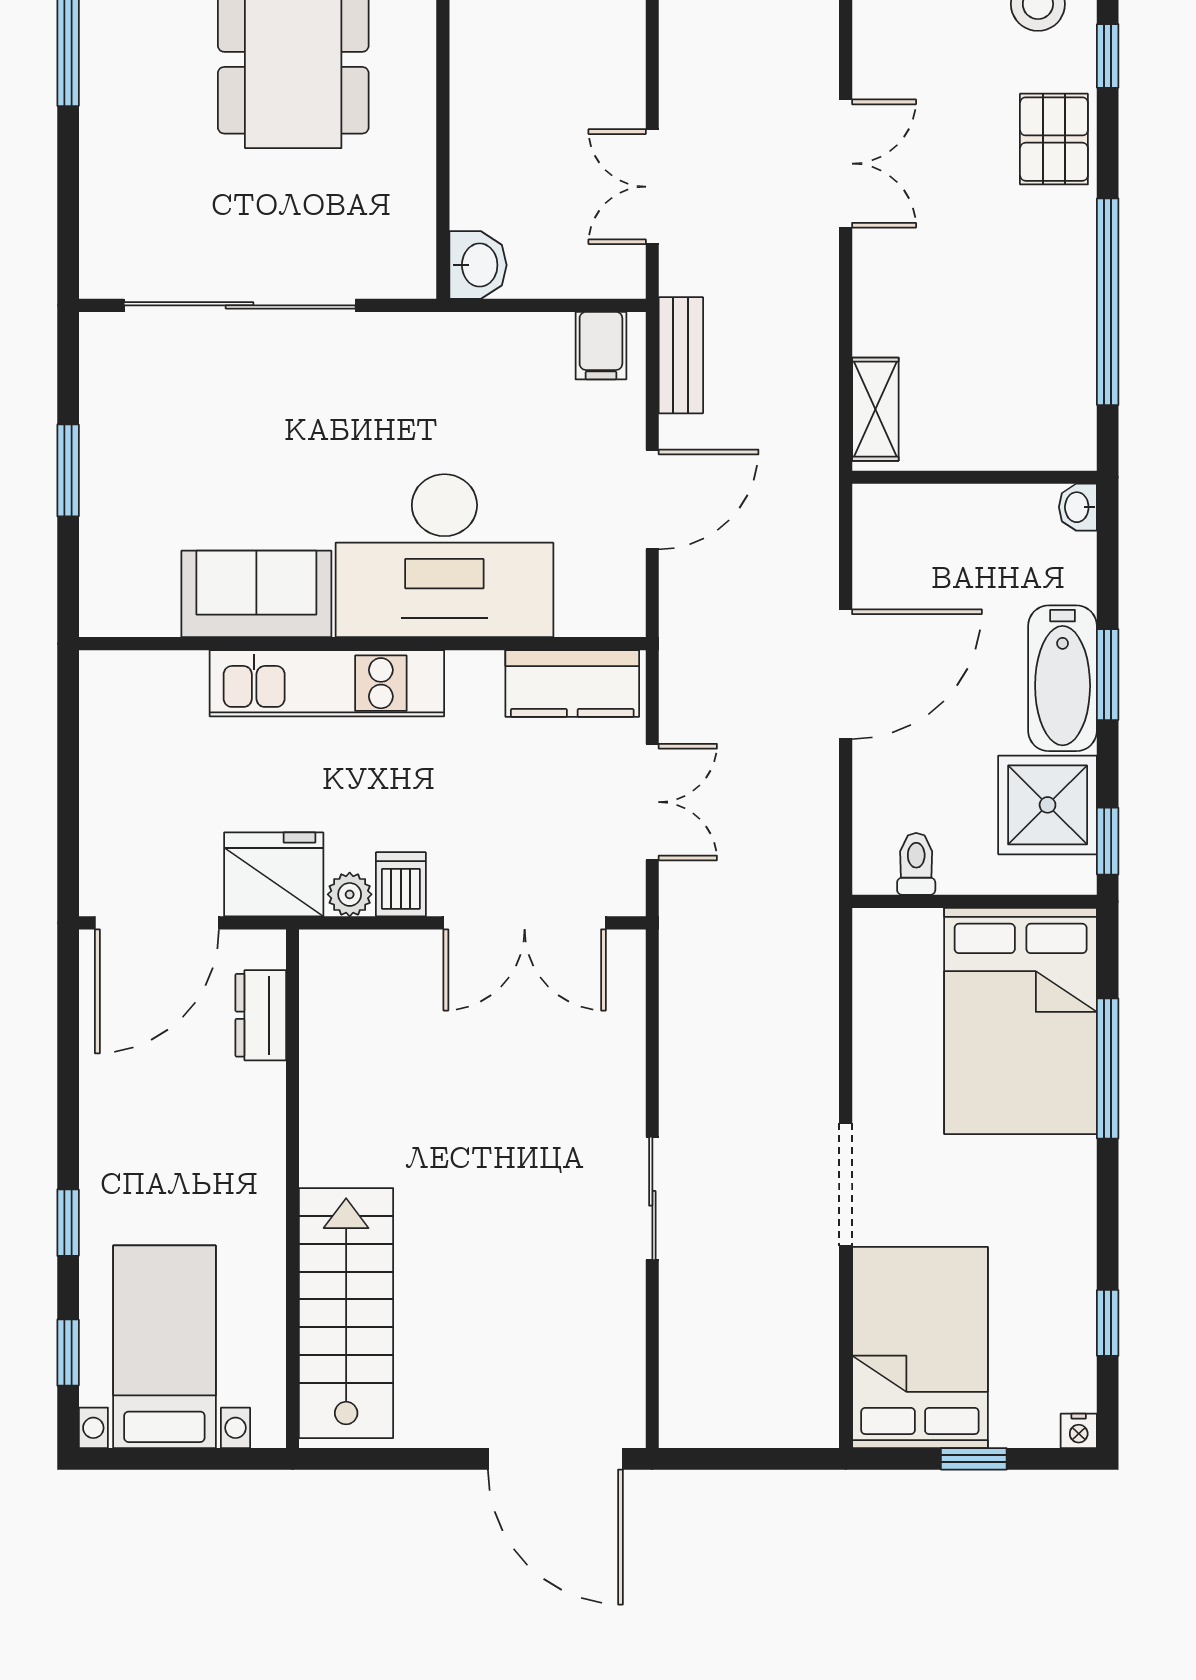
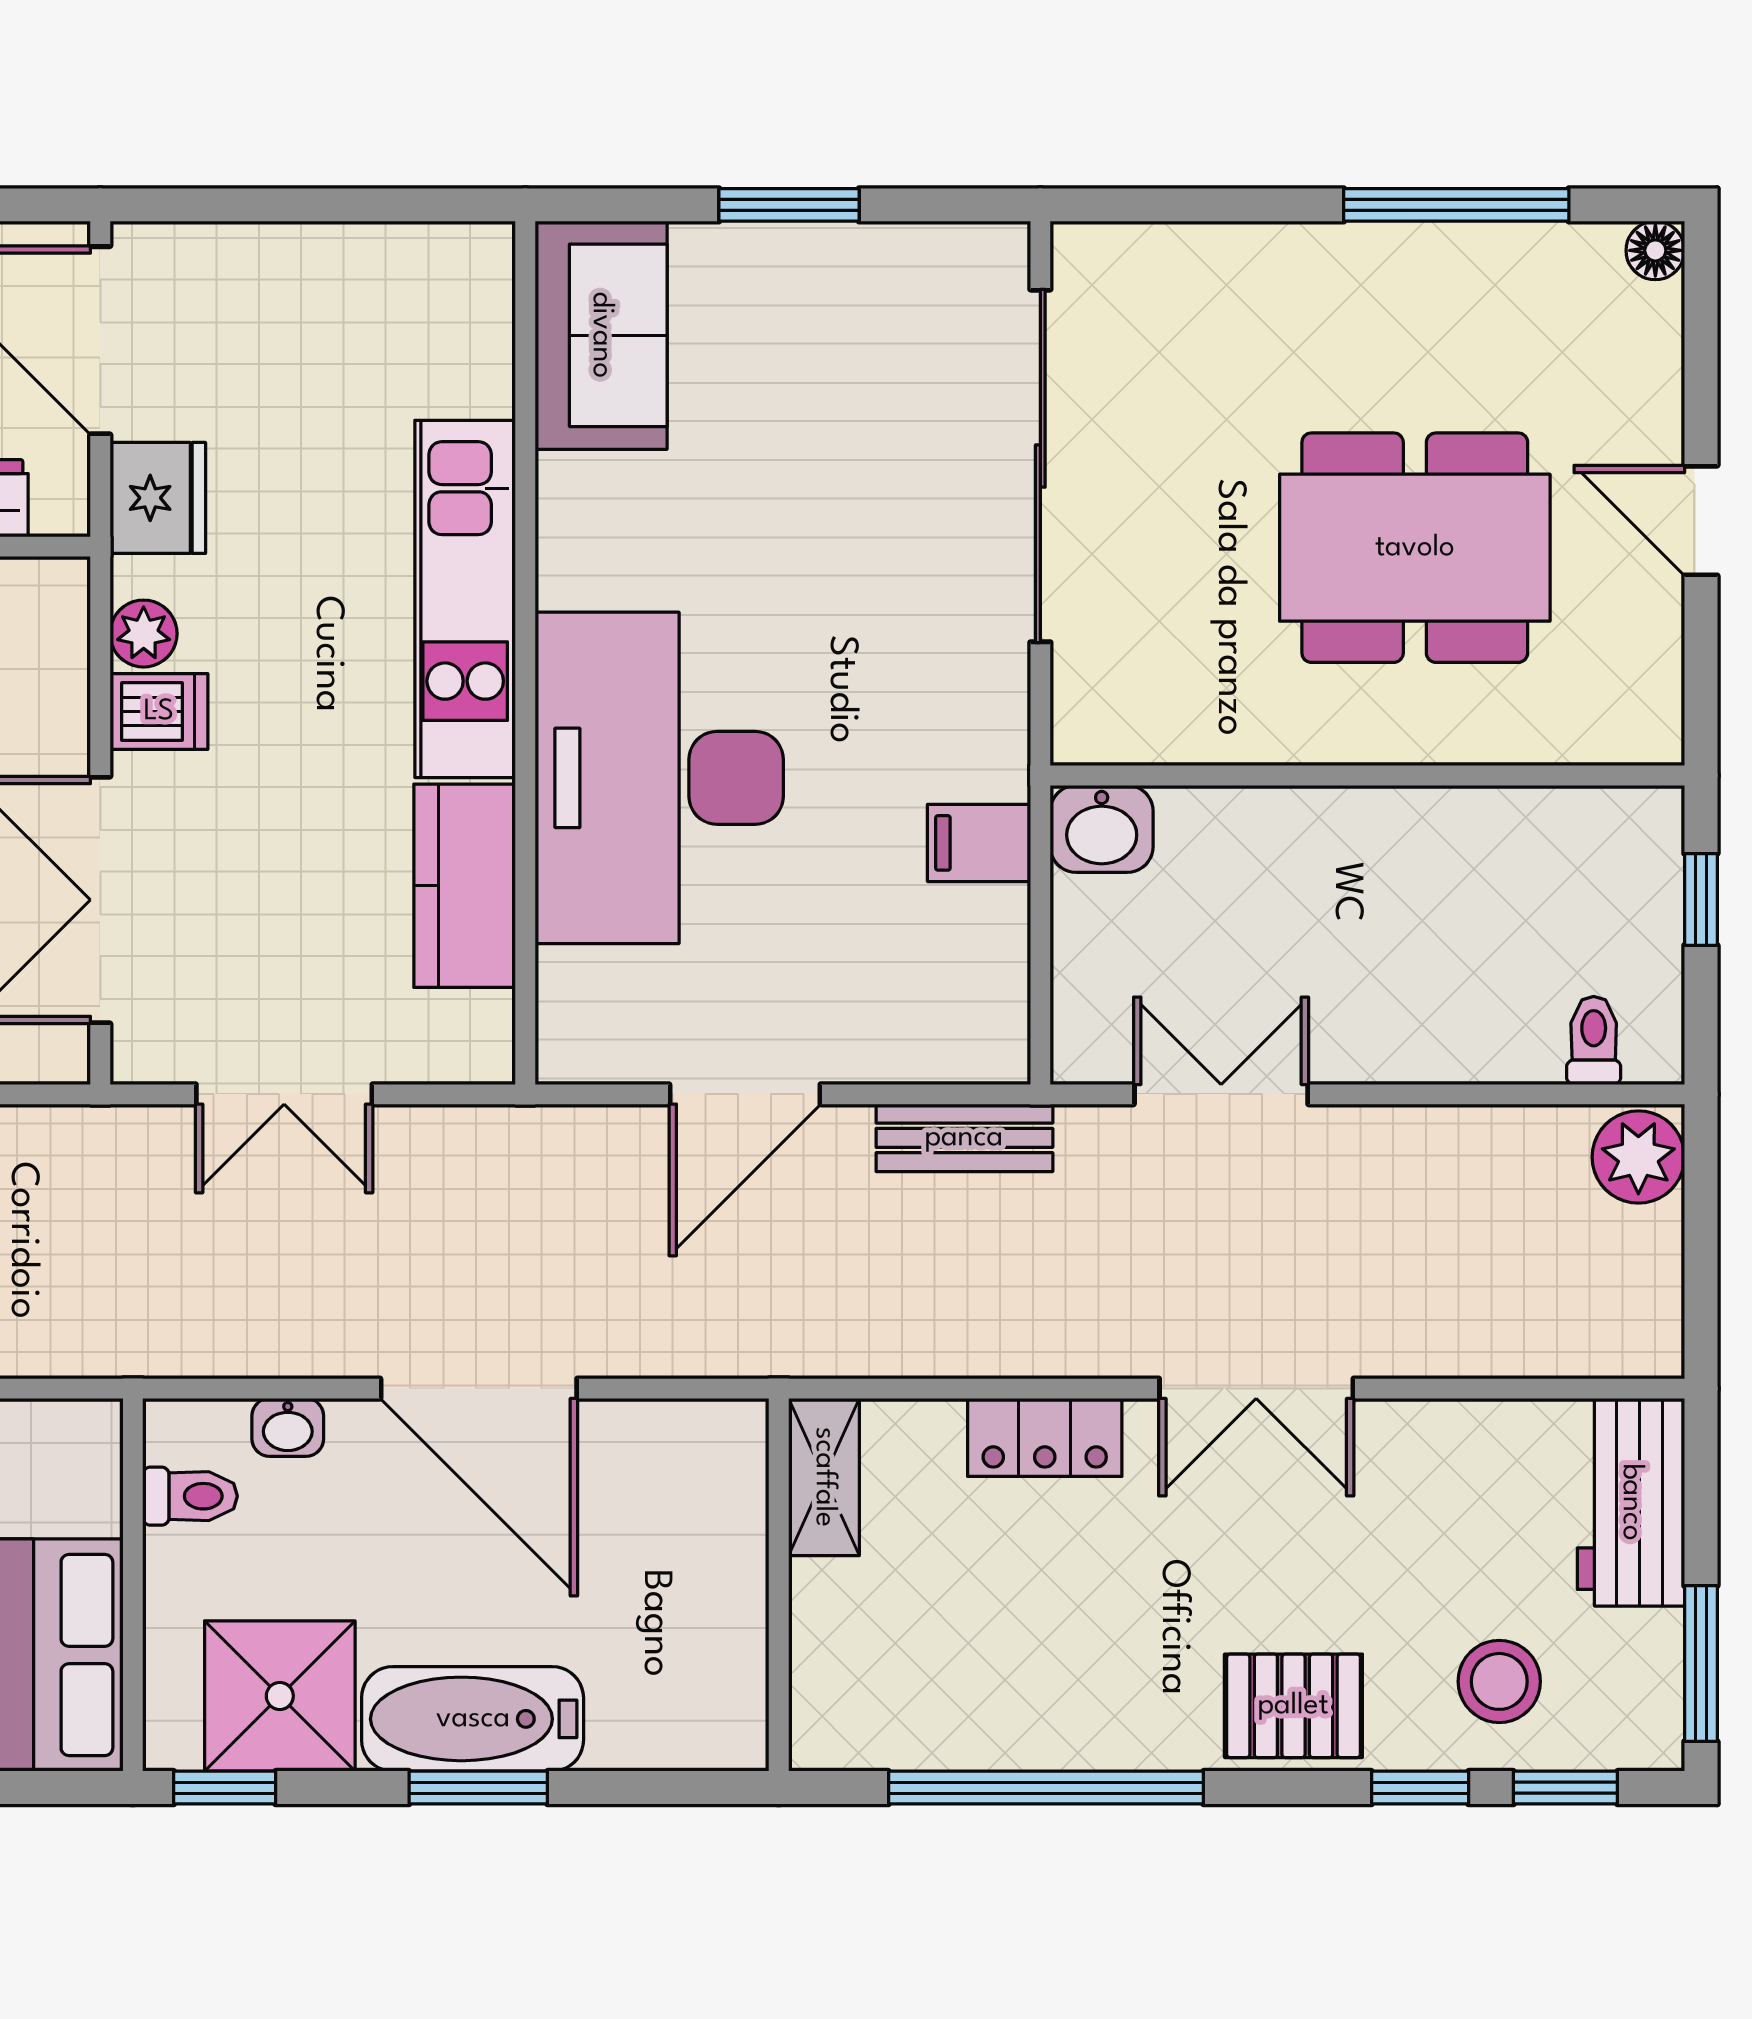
locker: (878, 302) -> (1045, 1437), added
filing cabinet: (601, 346) -> (979, 843), moved
shelving: (875, 409) -> (824, 1477), moved, turned 90
door: (652, 499) -> (745, 1094), hinge flipped
washbasin: (1078, 507) -> (288, 1427), moved, turned 180
sofa: (256, 594) -> (601, 335), moved
kitchen counter: (572, 684) -> (465, 886), moved
fridge: (274, 874) -> (158, 498), width x0.73, depth x0.75

